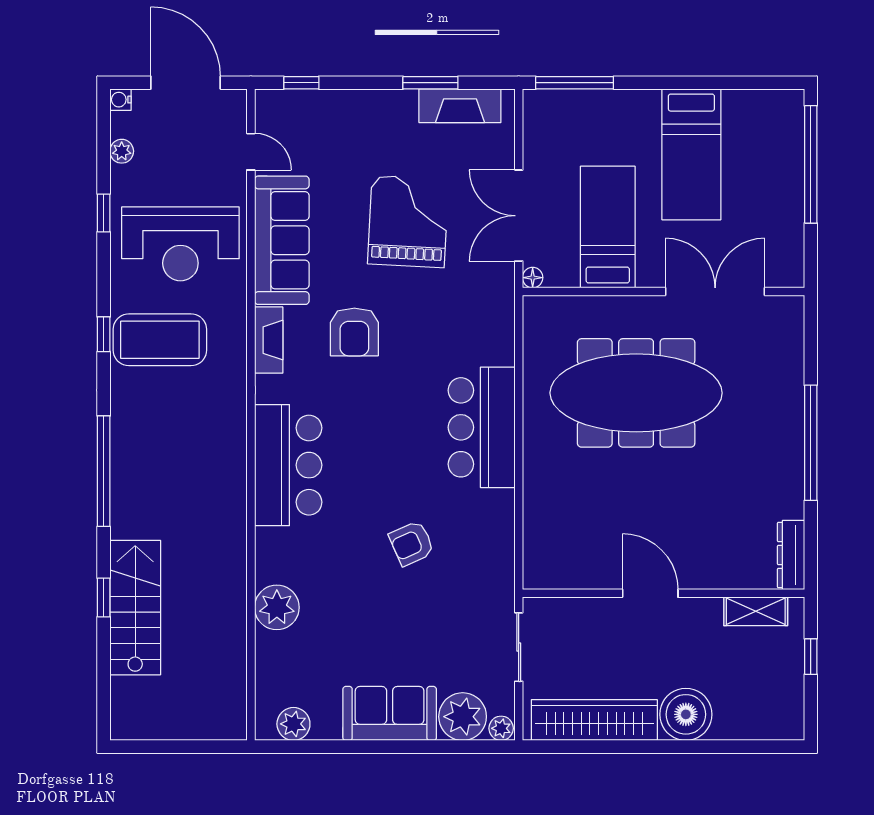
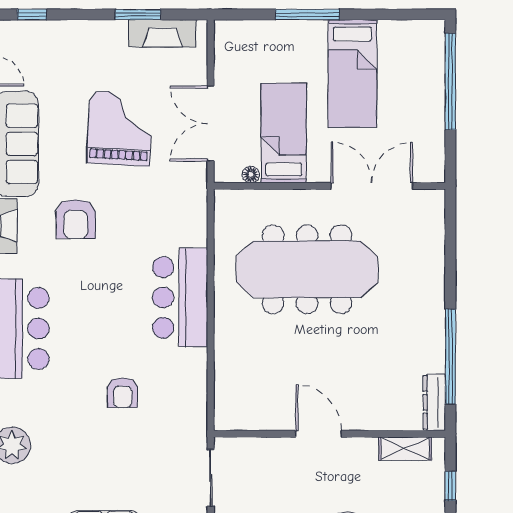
window: (575, 83) -> (307, 14), moved
floor lamp: (533, 278) -> (251, 175), moved
window: (811, 443) -> (450, 357), moved
armchair: (412, 543) -> (123, 393), turned -66

